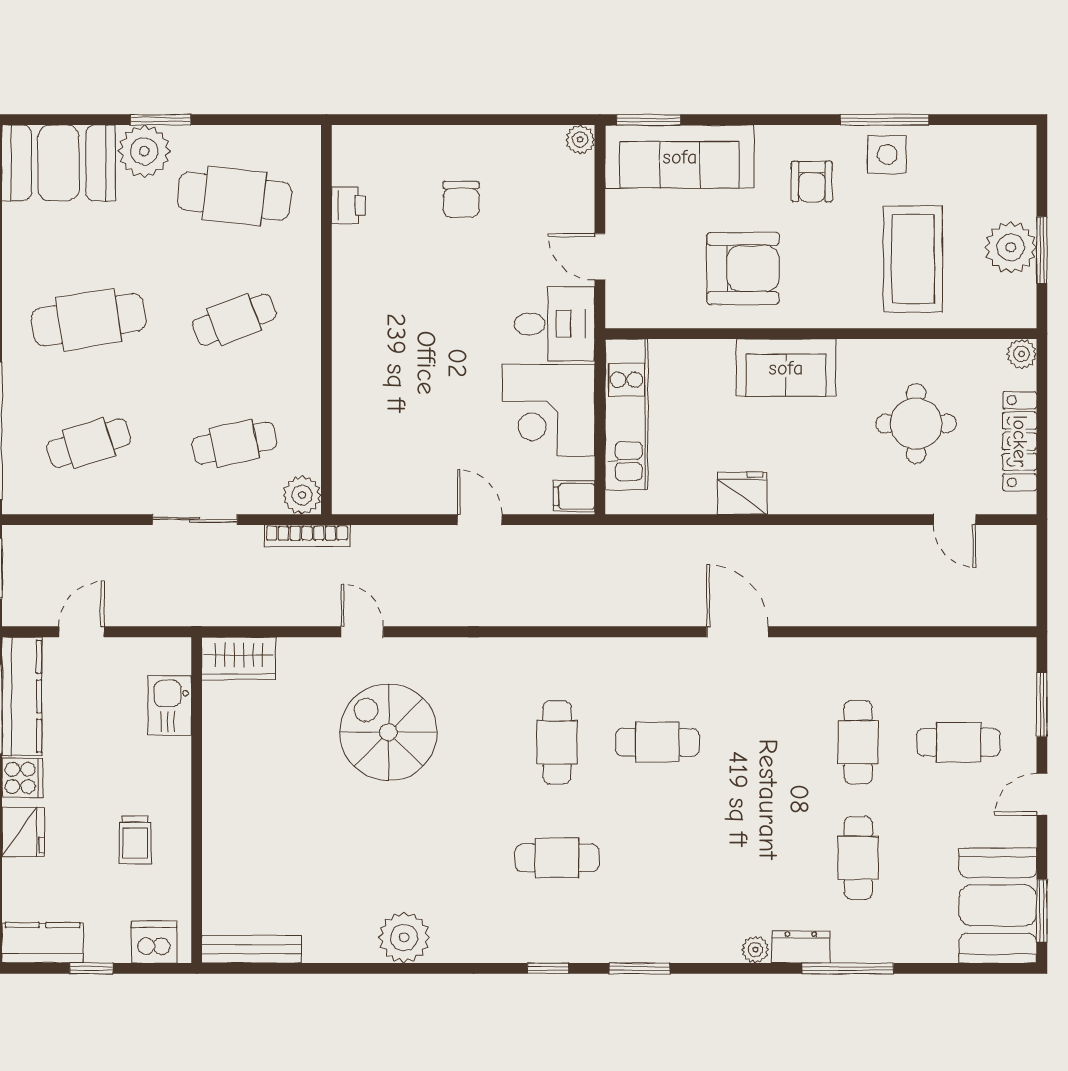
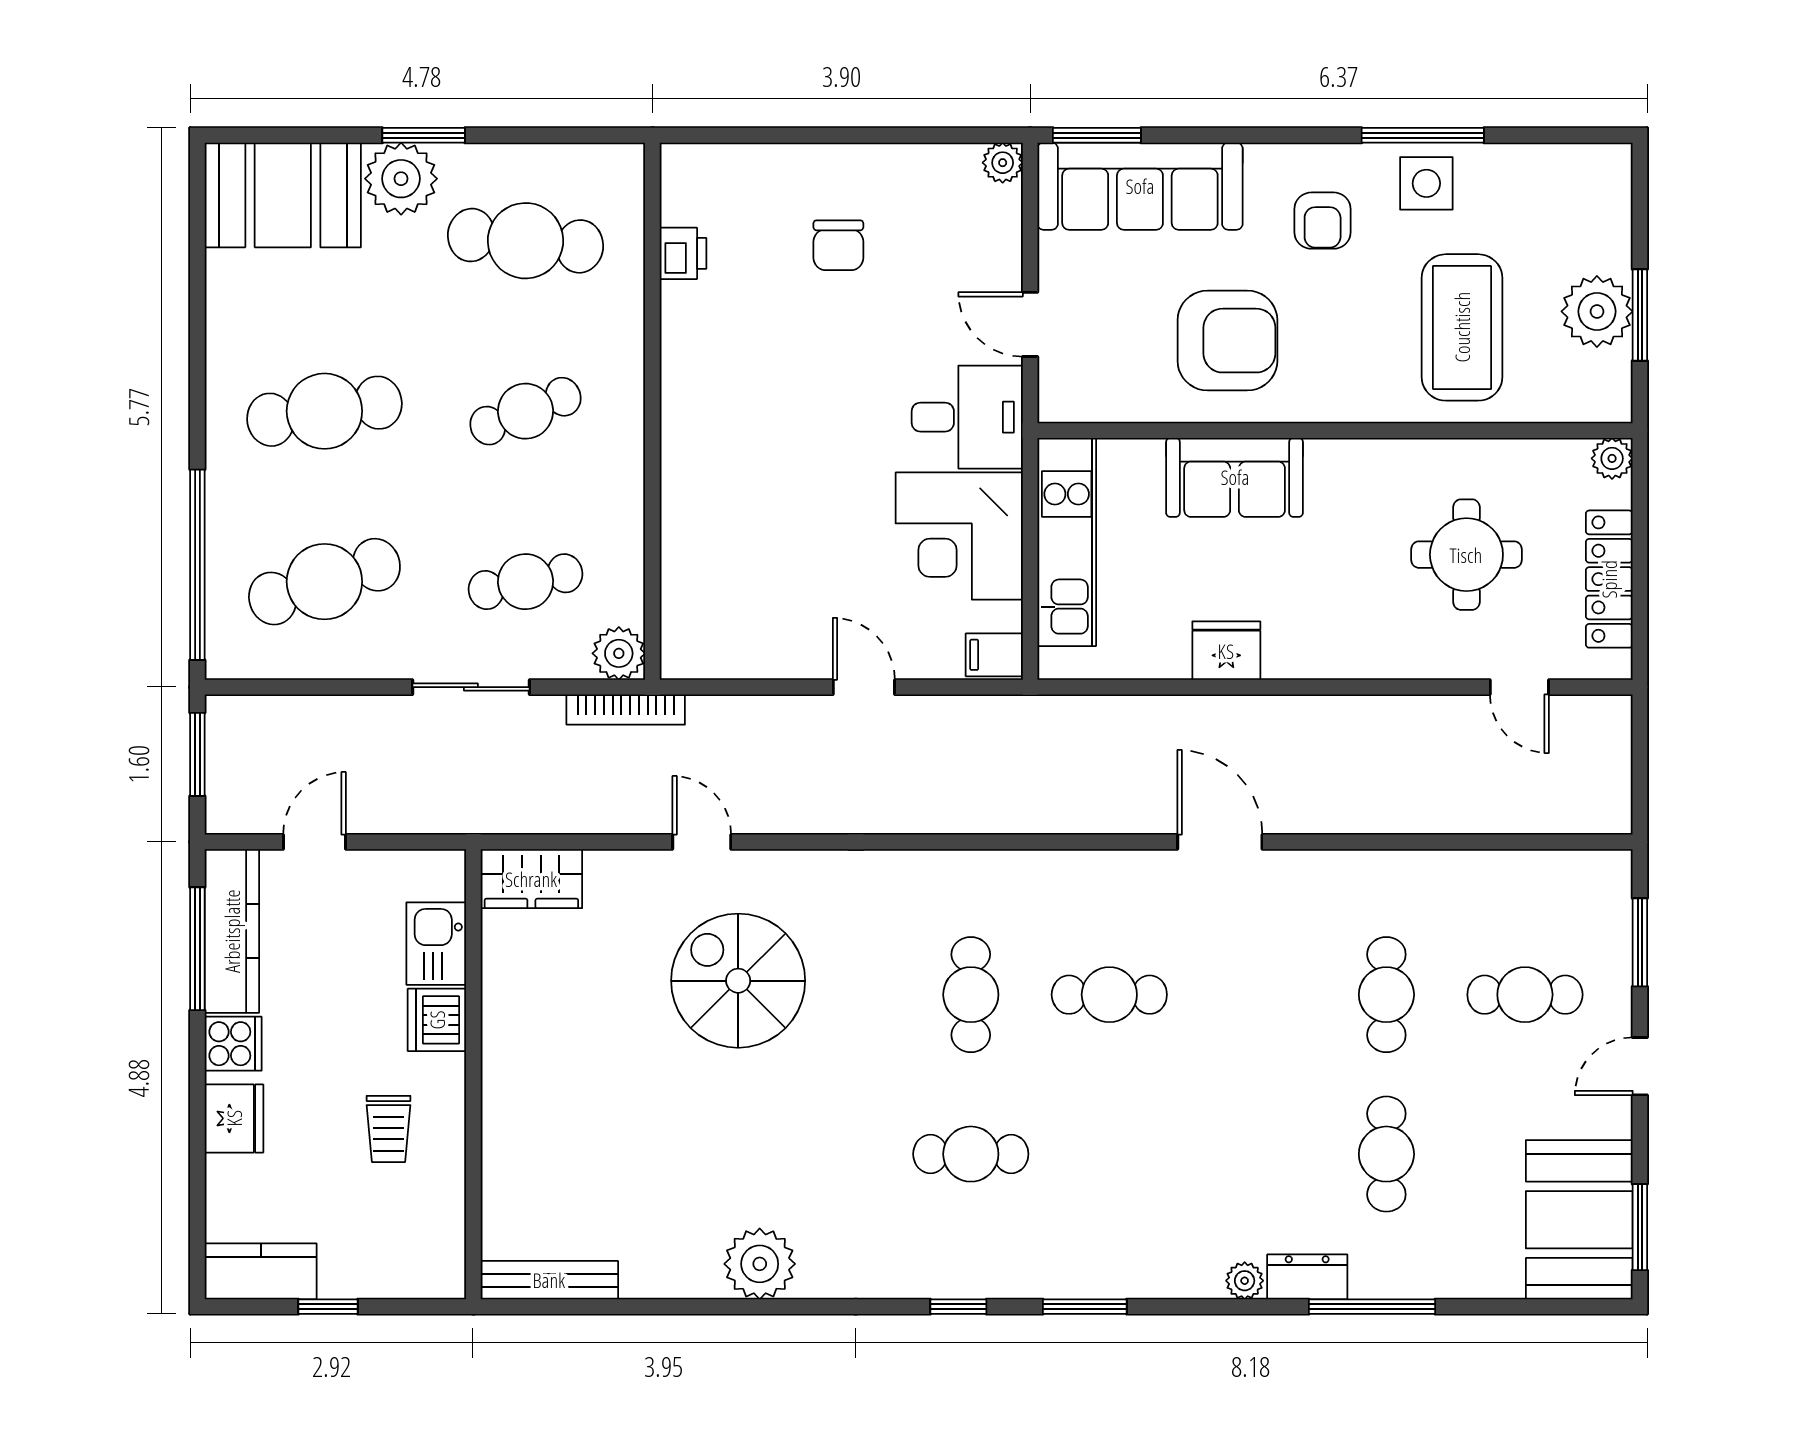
sofa: (786, 368) -> (1235, 477), moved
cafe table: (89, 443) -> (324, 582), width x1.37, depth x1.35
dishwasher: (154, 942) -> (437, 1020), moved, turned -90

